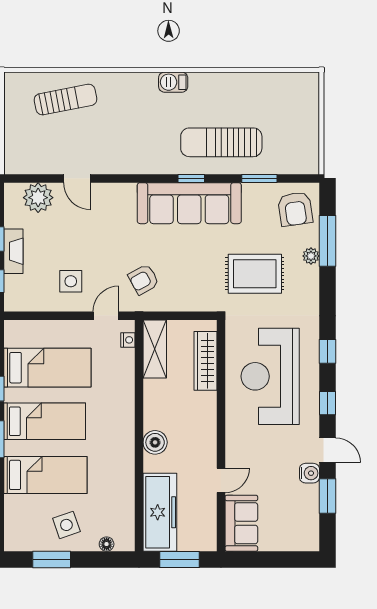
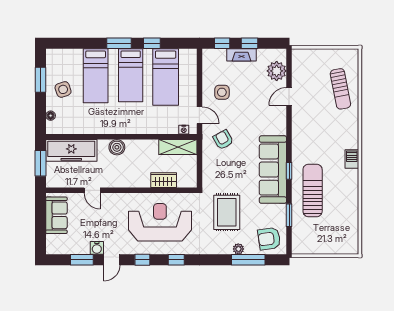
wardrobe: (206, 361) -> (164, 180), width x0.67
sofa: (241, 523) -> (56, 215), moved, turned -90

